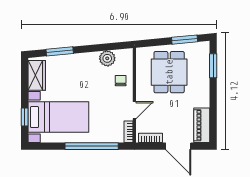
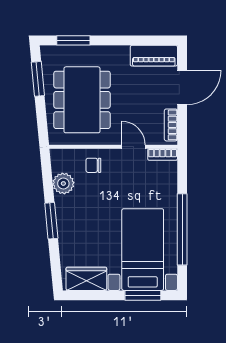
window: (60, 51) -> (51, 221), moved
dining table: (169, 72) -> (82, 100), width x1.38
window: (25, 117) -> (143, 295), width x1.50
window: (92, 146) -> (182, 229), moved

